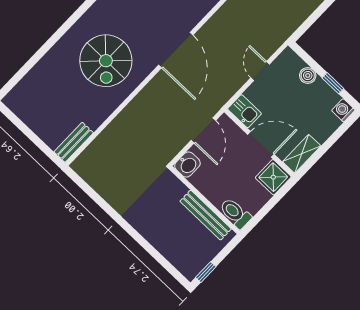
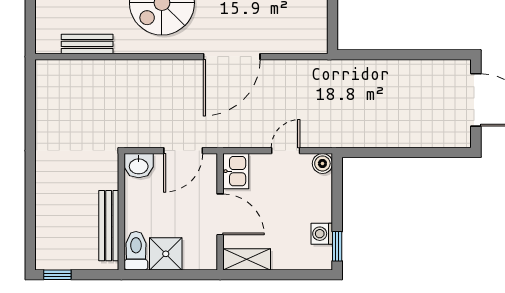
boiler: (308, 75) -> (322, 163), moved
window: (333, 83) -> (337, 246), moved
washing machine: (343, 110) -> (322, 234), moved, turned -90
bench: (74, 142) -> (87, 44), moved
shower: (273, 177) -> (166, 254), moved

